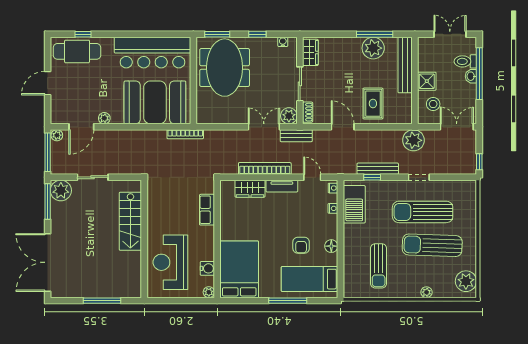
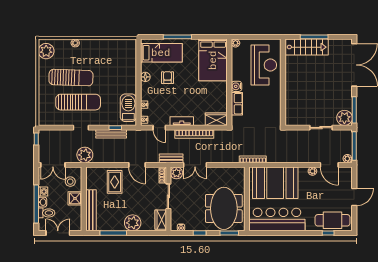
double door: (450, 34) -> (58, 233), swing flipped
plant: (373, 48) -> (133, 223), moved
washing machine: (470, 90) -> (43, 192), added
door: (81, 127) -> (329, 165), swing flipped
wardrobe: (250, 189) -> (216, 119), moved
stairs: (130, 221) -> (307, 47), moved, turned 90
sun lounger: (379, 266) -> (110, 62), removed
water cooler: (207, 268) -> (237, 86), moved

